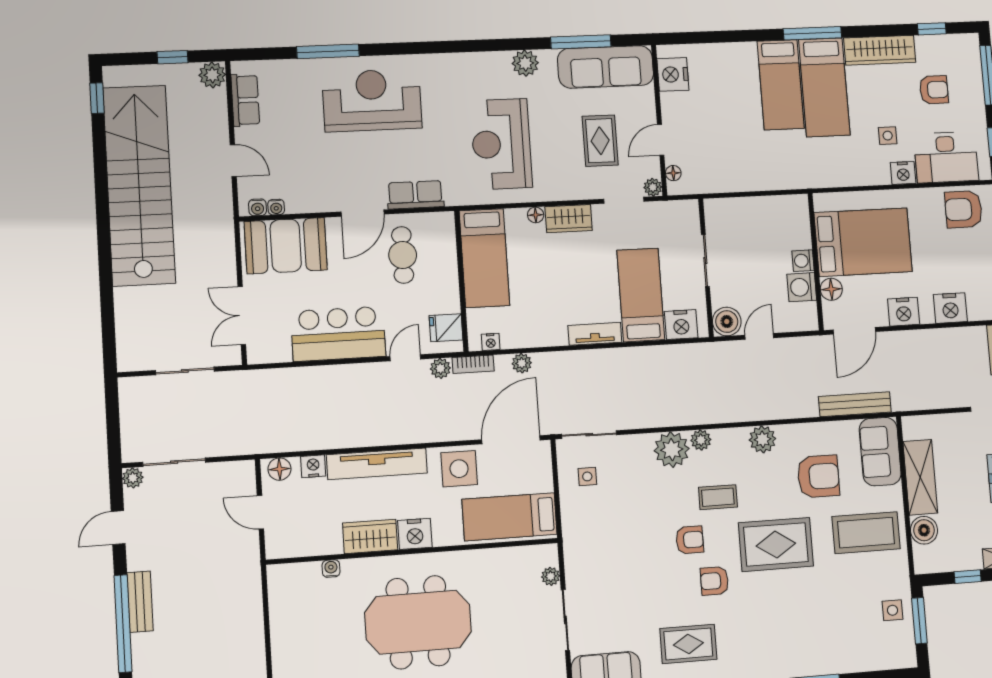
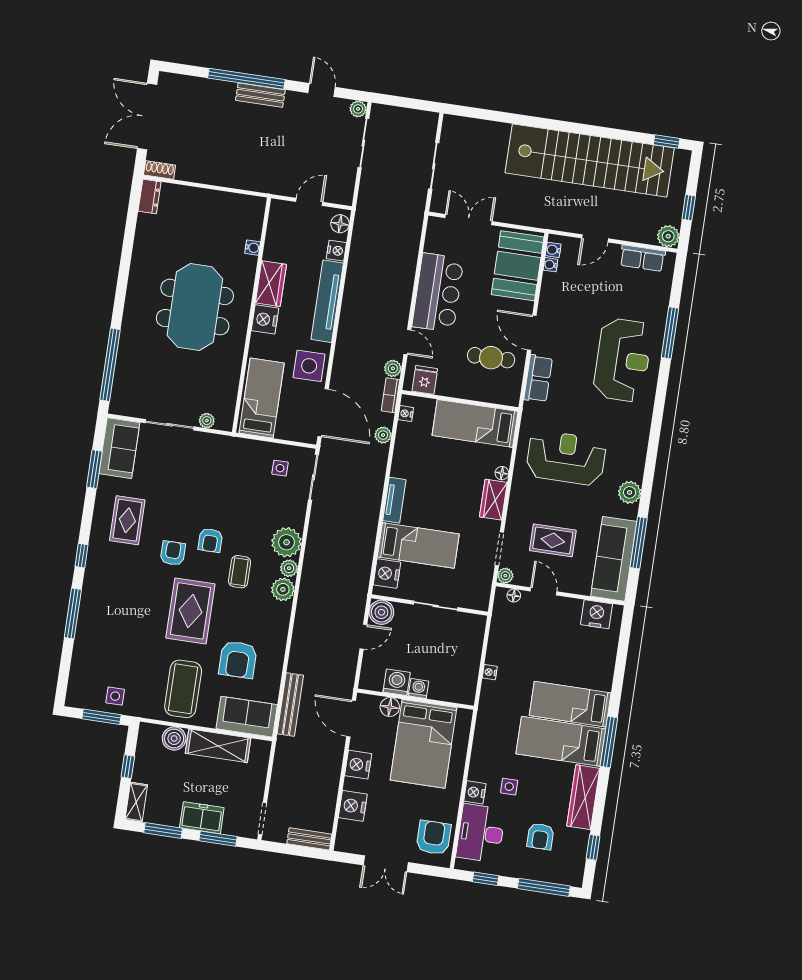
nightstand: (766, 183) -> (490, 672), added
door: (759, 336) -> (363, 637), hinge flipped
plant: (762, 439) -> (283, 589), moved

